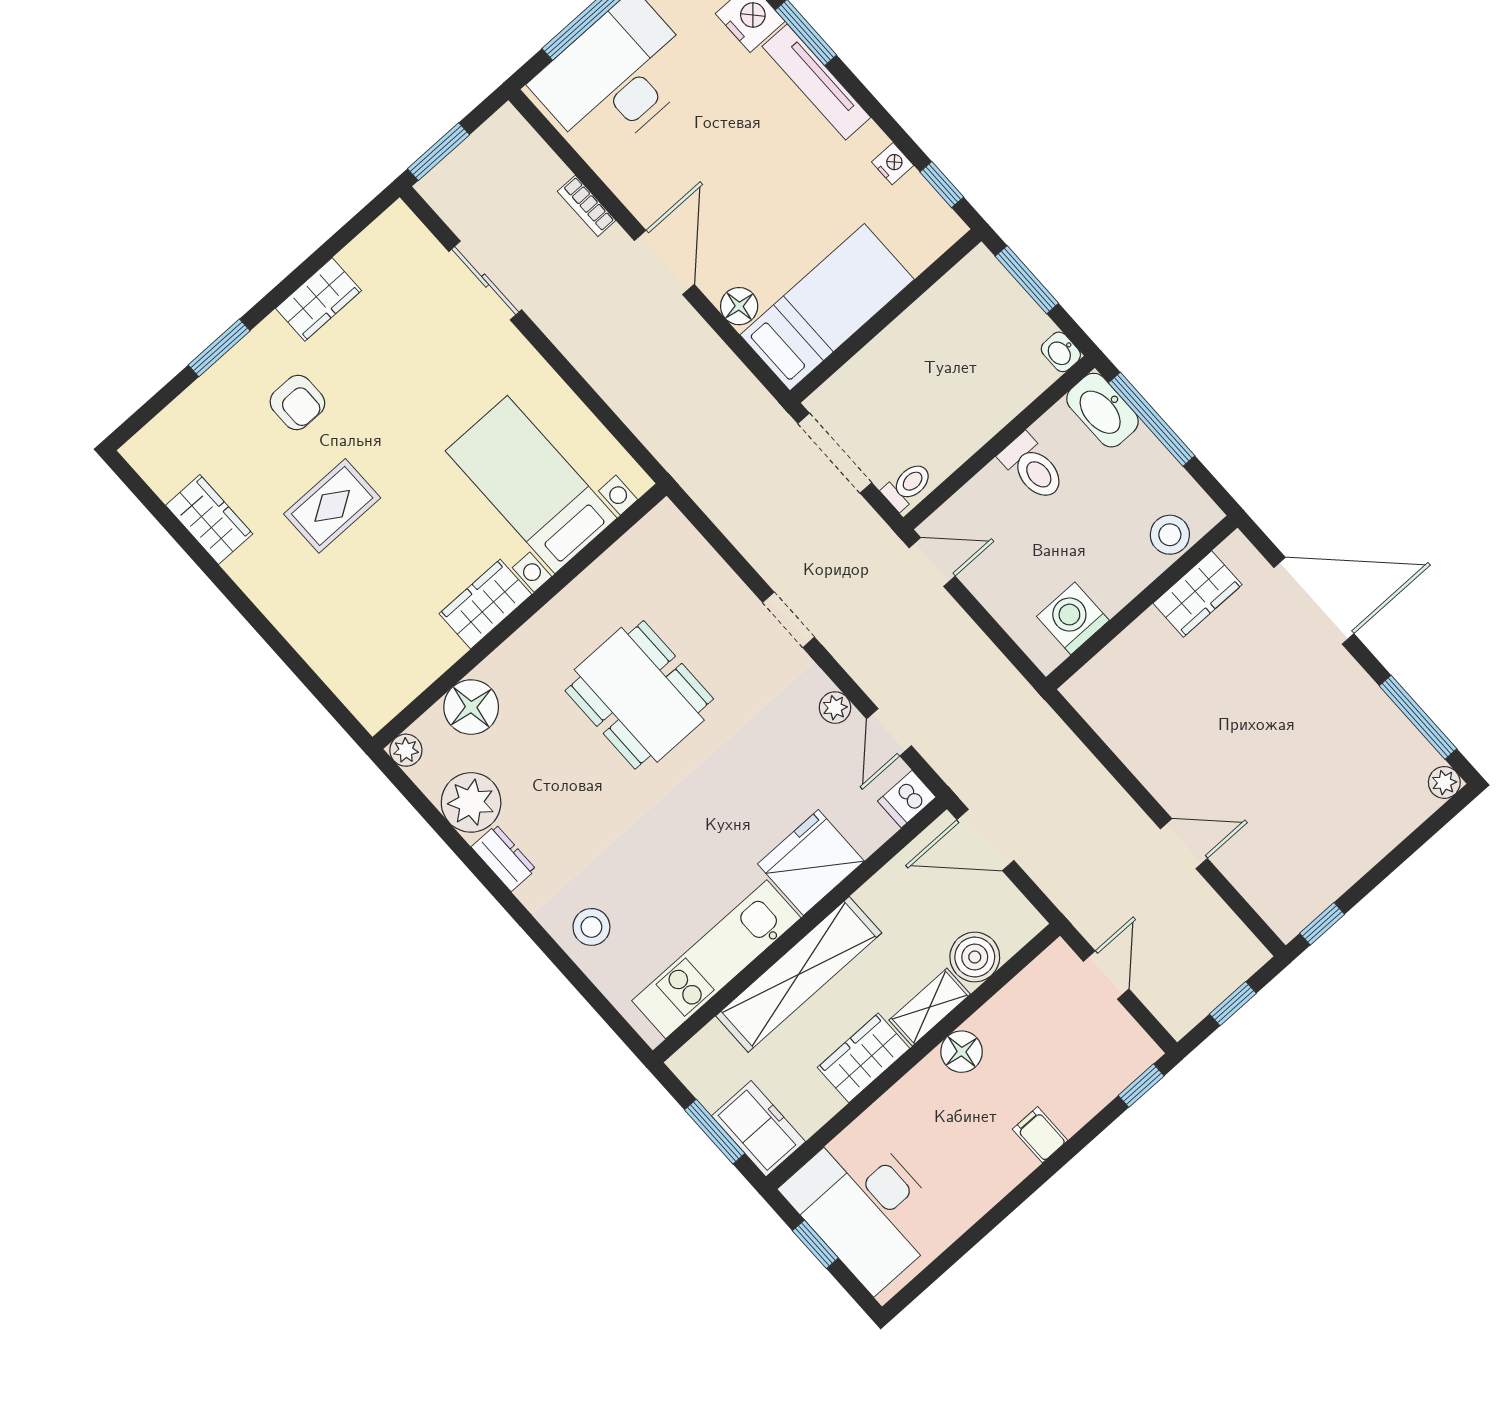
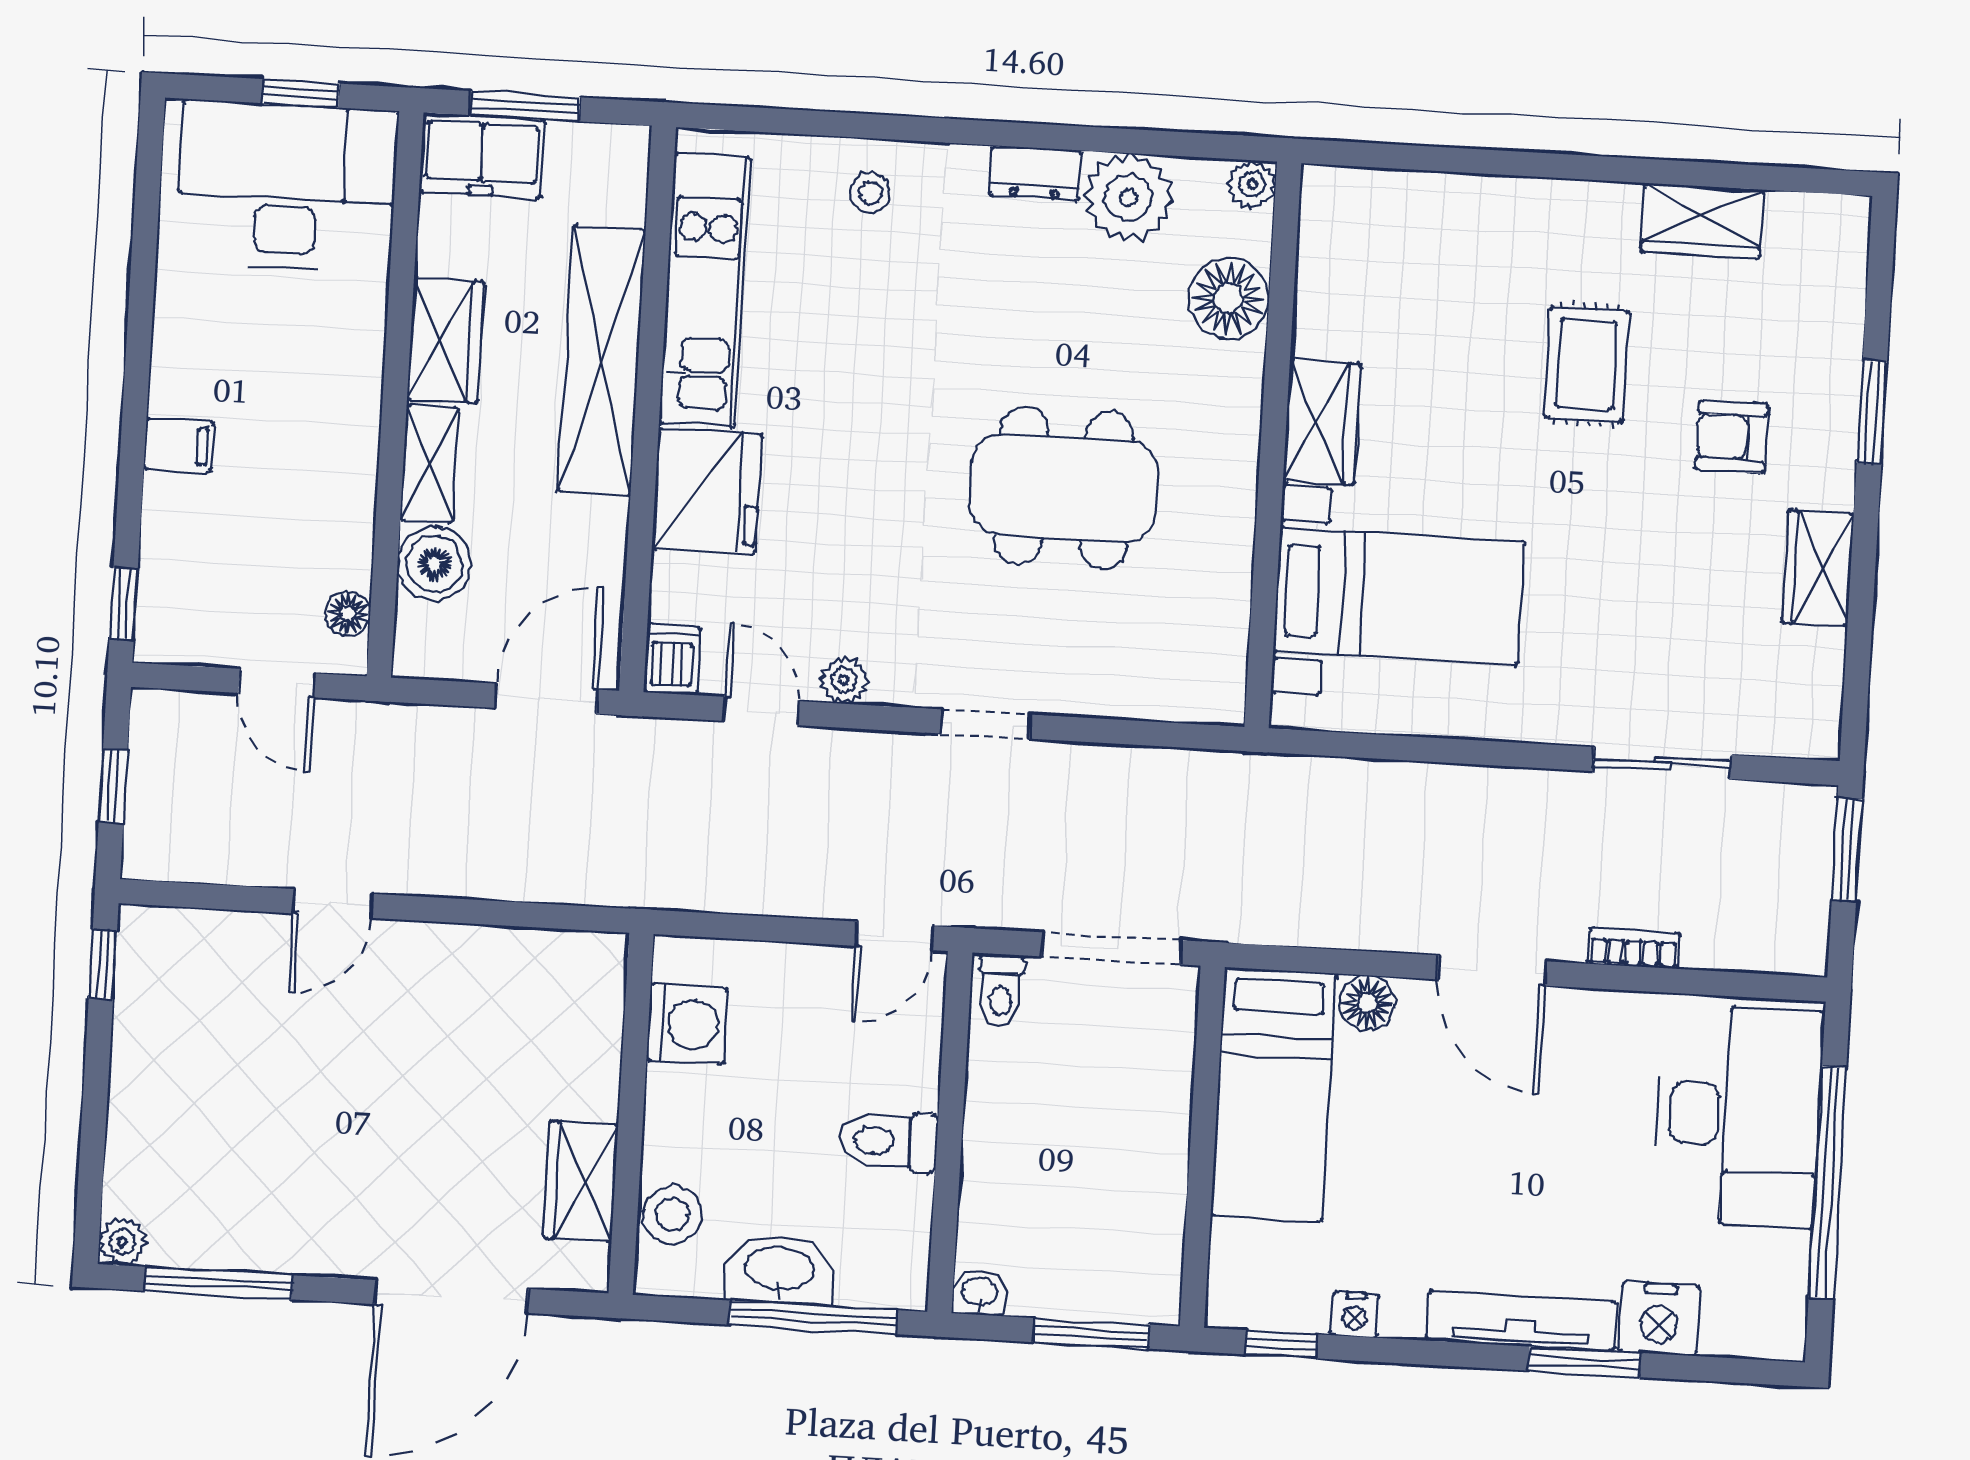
washbasin: (1102, 410) -> (780, 1270), moved
stool: (591, 927) -> (870, 193), width x0.73, depth x0.73
floor lamp: (962, 1052) -> (348, 614), moved, width x0.73, depth x0.73

